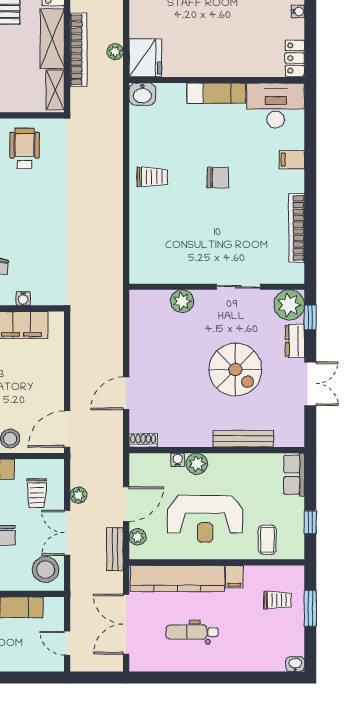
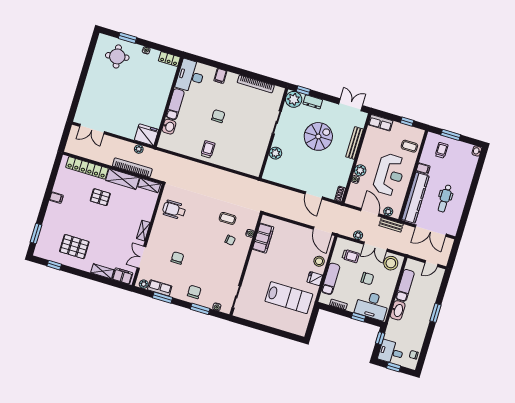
washbasin: (142, 94) -> (169, 127), moved
coffee table: (38, 250) -> (228, 218), added
double door: (310, 384) -> (351, 105), moved

